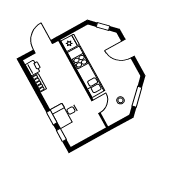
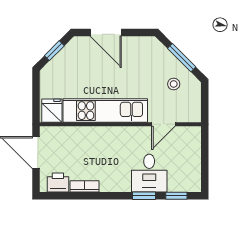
door: (128, 49) -> (106, 33), hinge flipped
door: (96, 107) -> (163, 124), swing flipped

